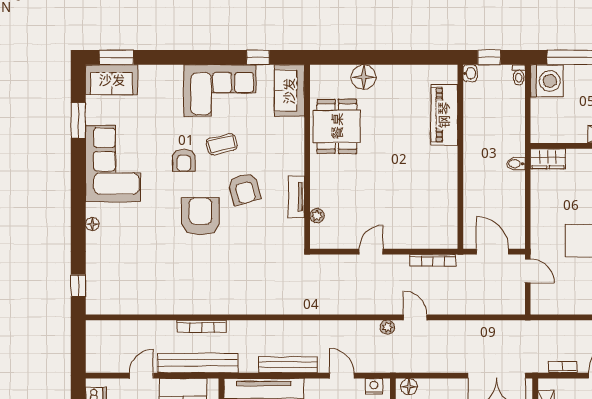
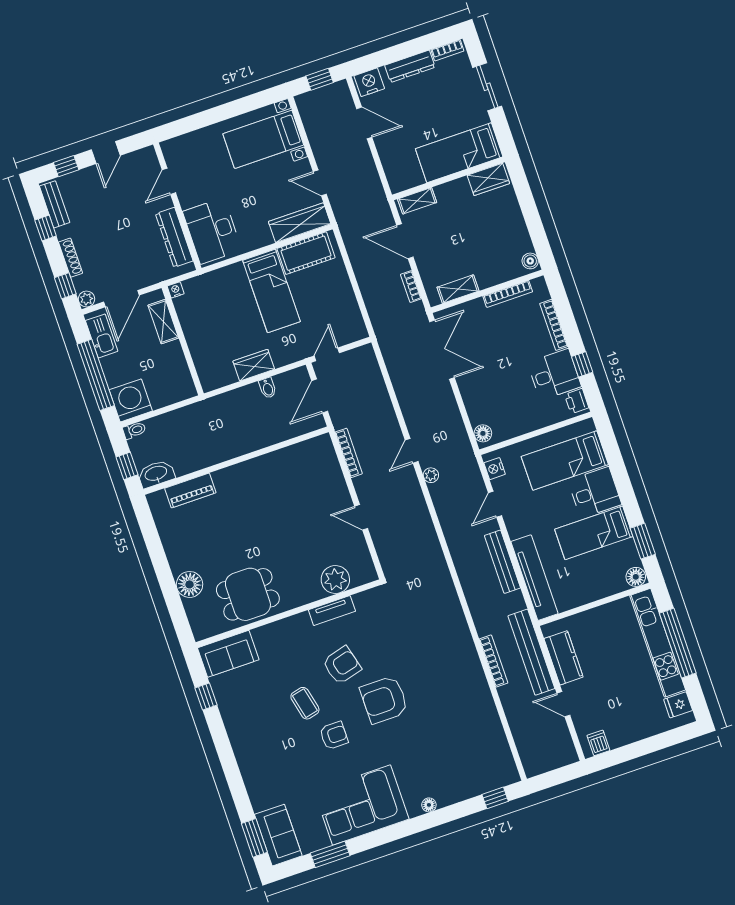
washbasin: (470, 73) -> (156, 474), width x1.91, depth x1.45
corner sofa: (220, 90) -> (252, 723), removed
piano: (444, 115) -> (190, 491), width x0.73, depth x0.75
wardrobe: (548, 159) -> (254, 365), moved, turned -90
bidet: (516, 164) -> (268, 388), moved
plant: (317, 216) -> (335, 580), width x1.87, depth x1.87

